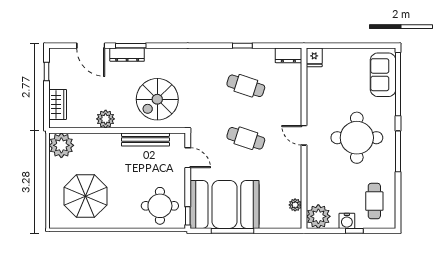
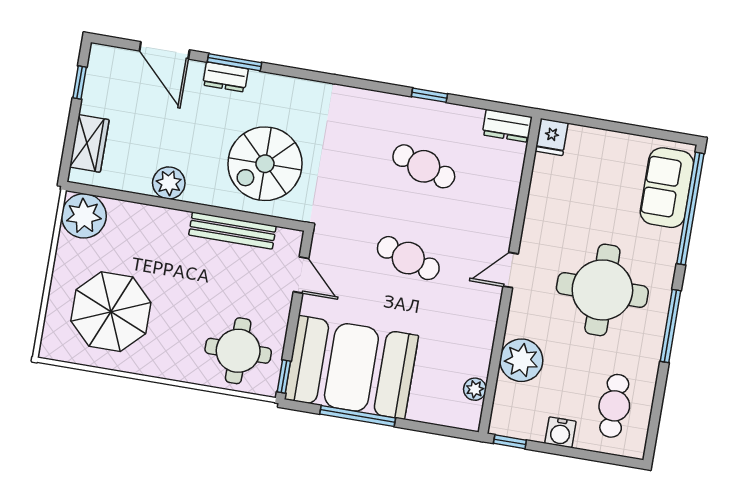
dresser: (127, 55) -> (225, 77), width x0.70
door: (304, 135) -> (511, 270), hinge flipped
plant: (318, 216) -> (521, 360), moved
window: (354, 231) -> (510, 442), moved

